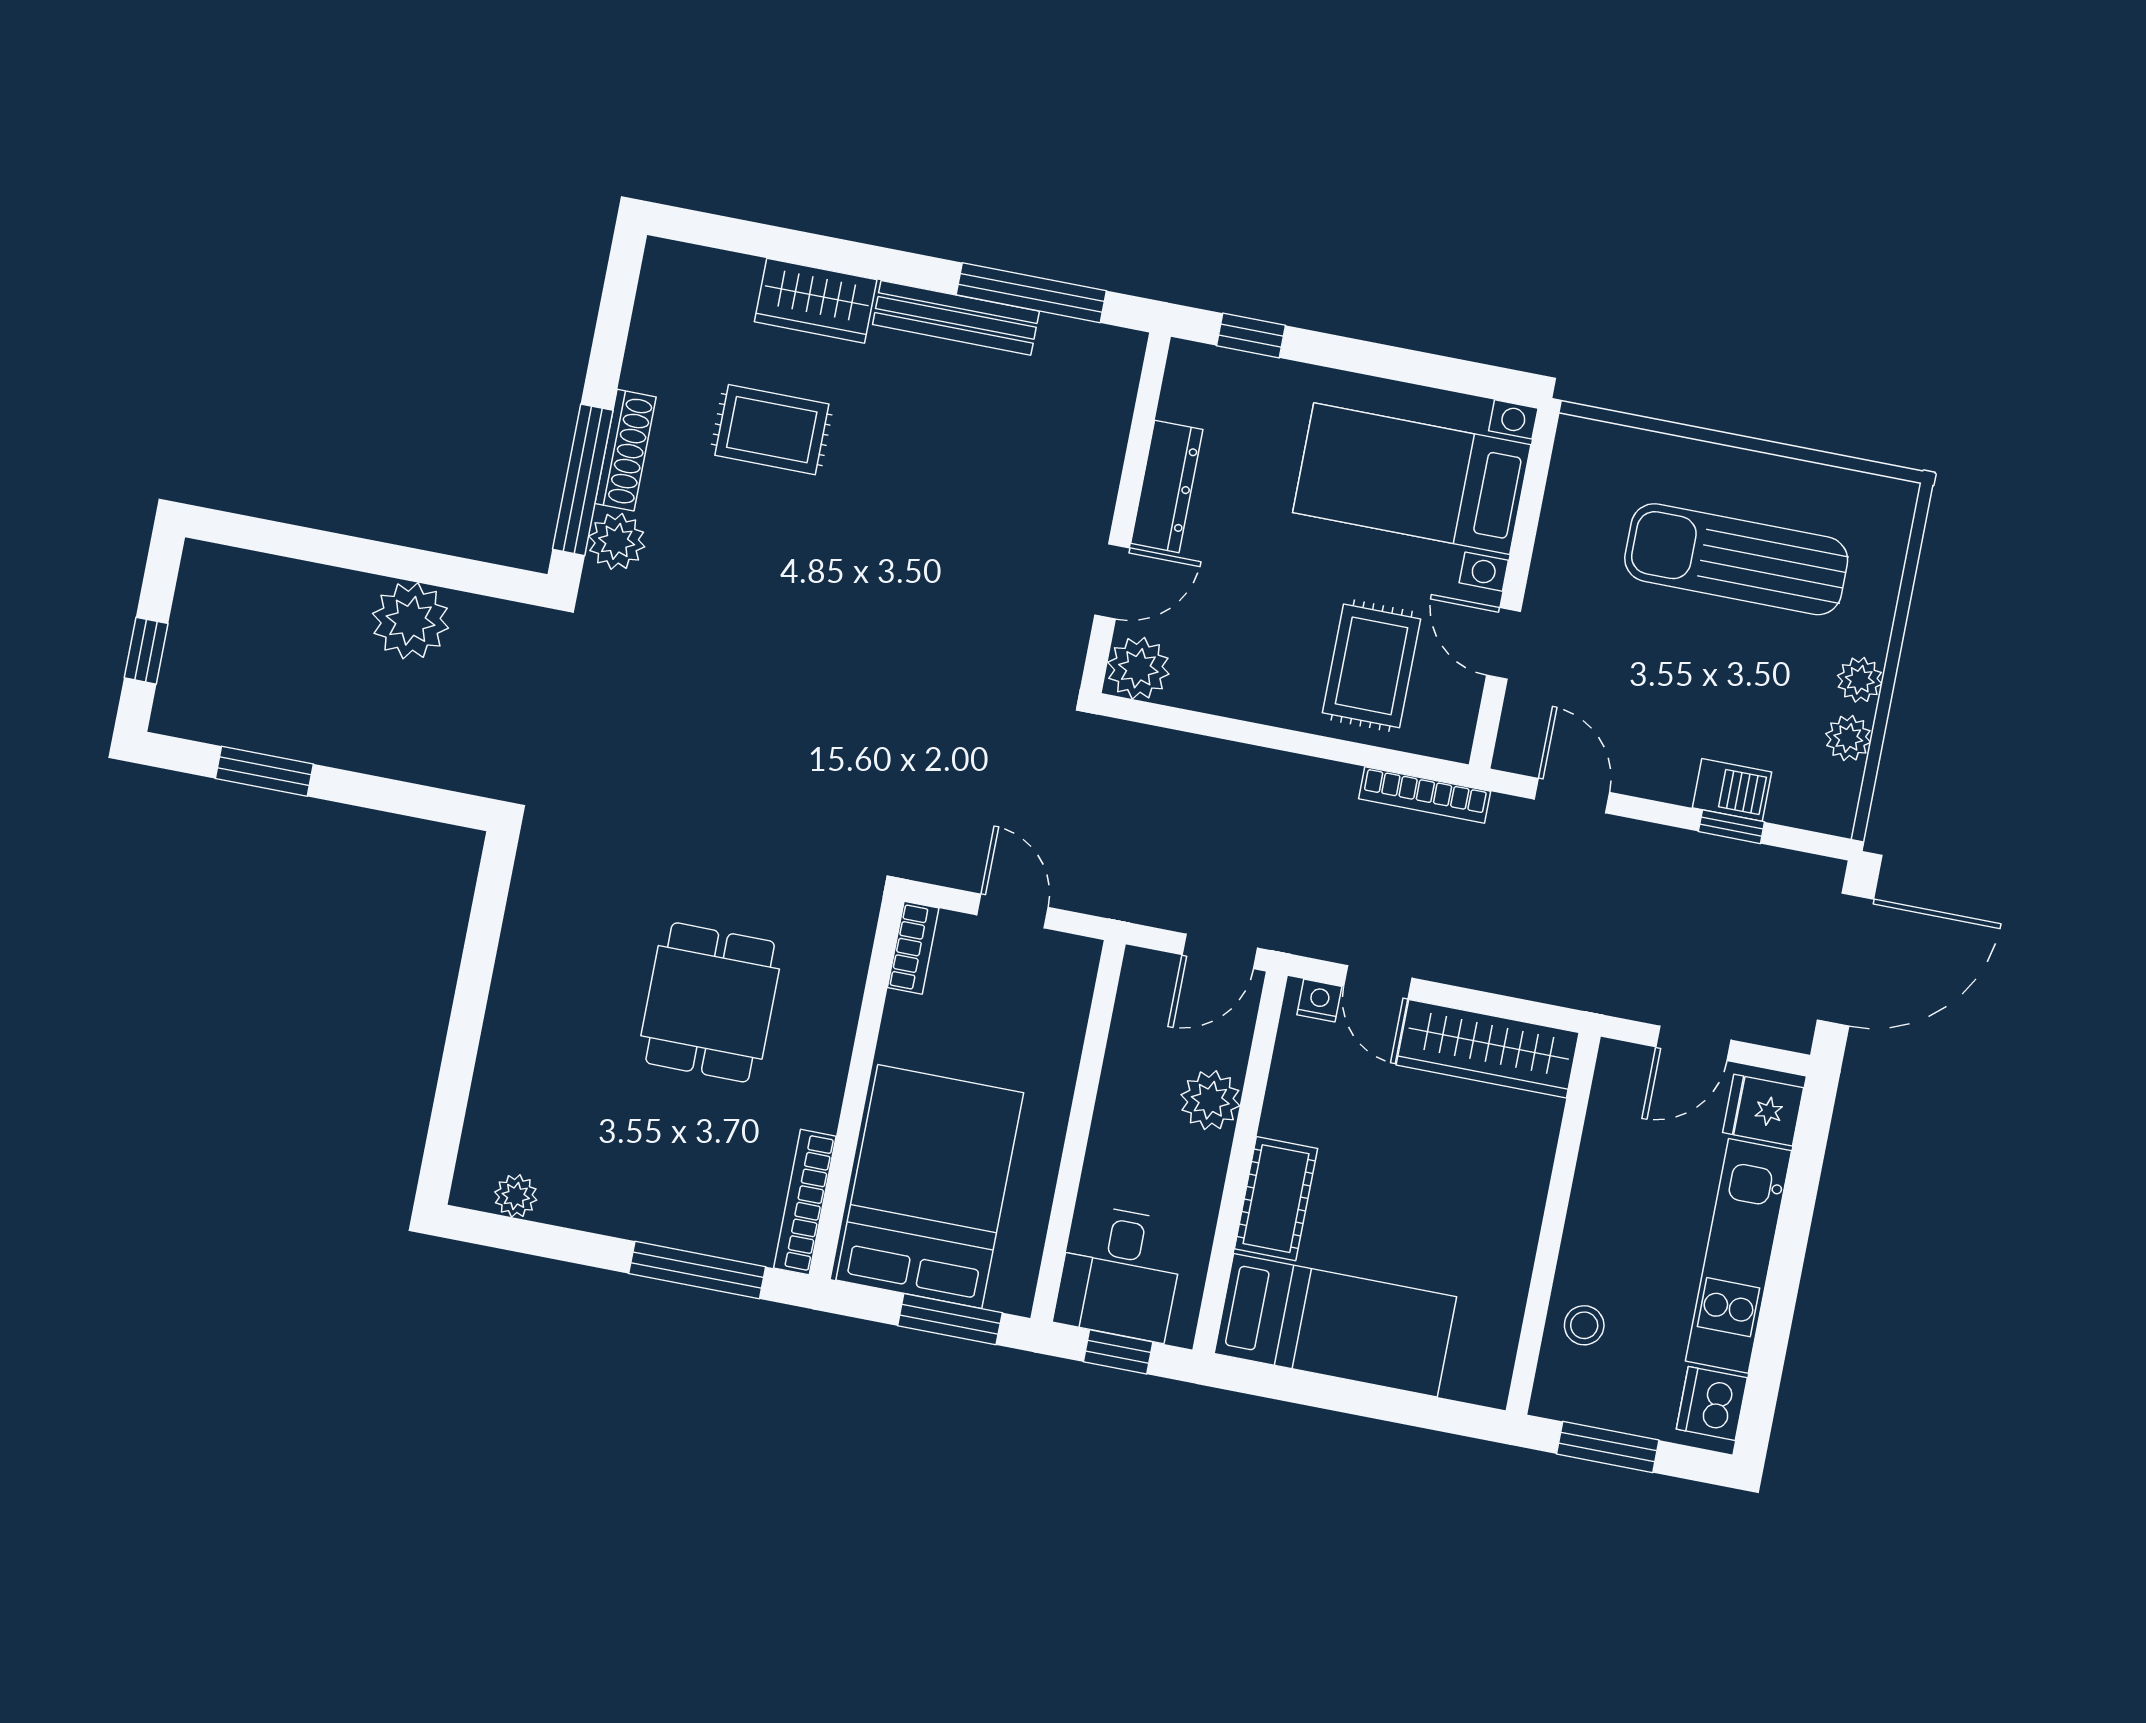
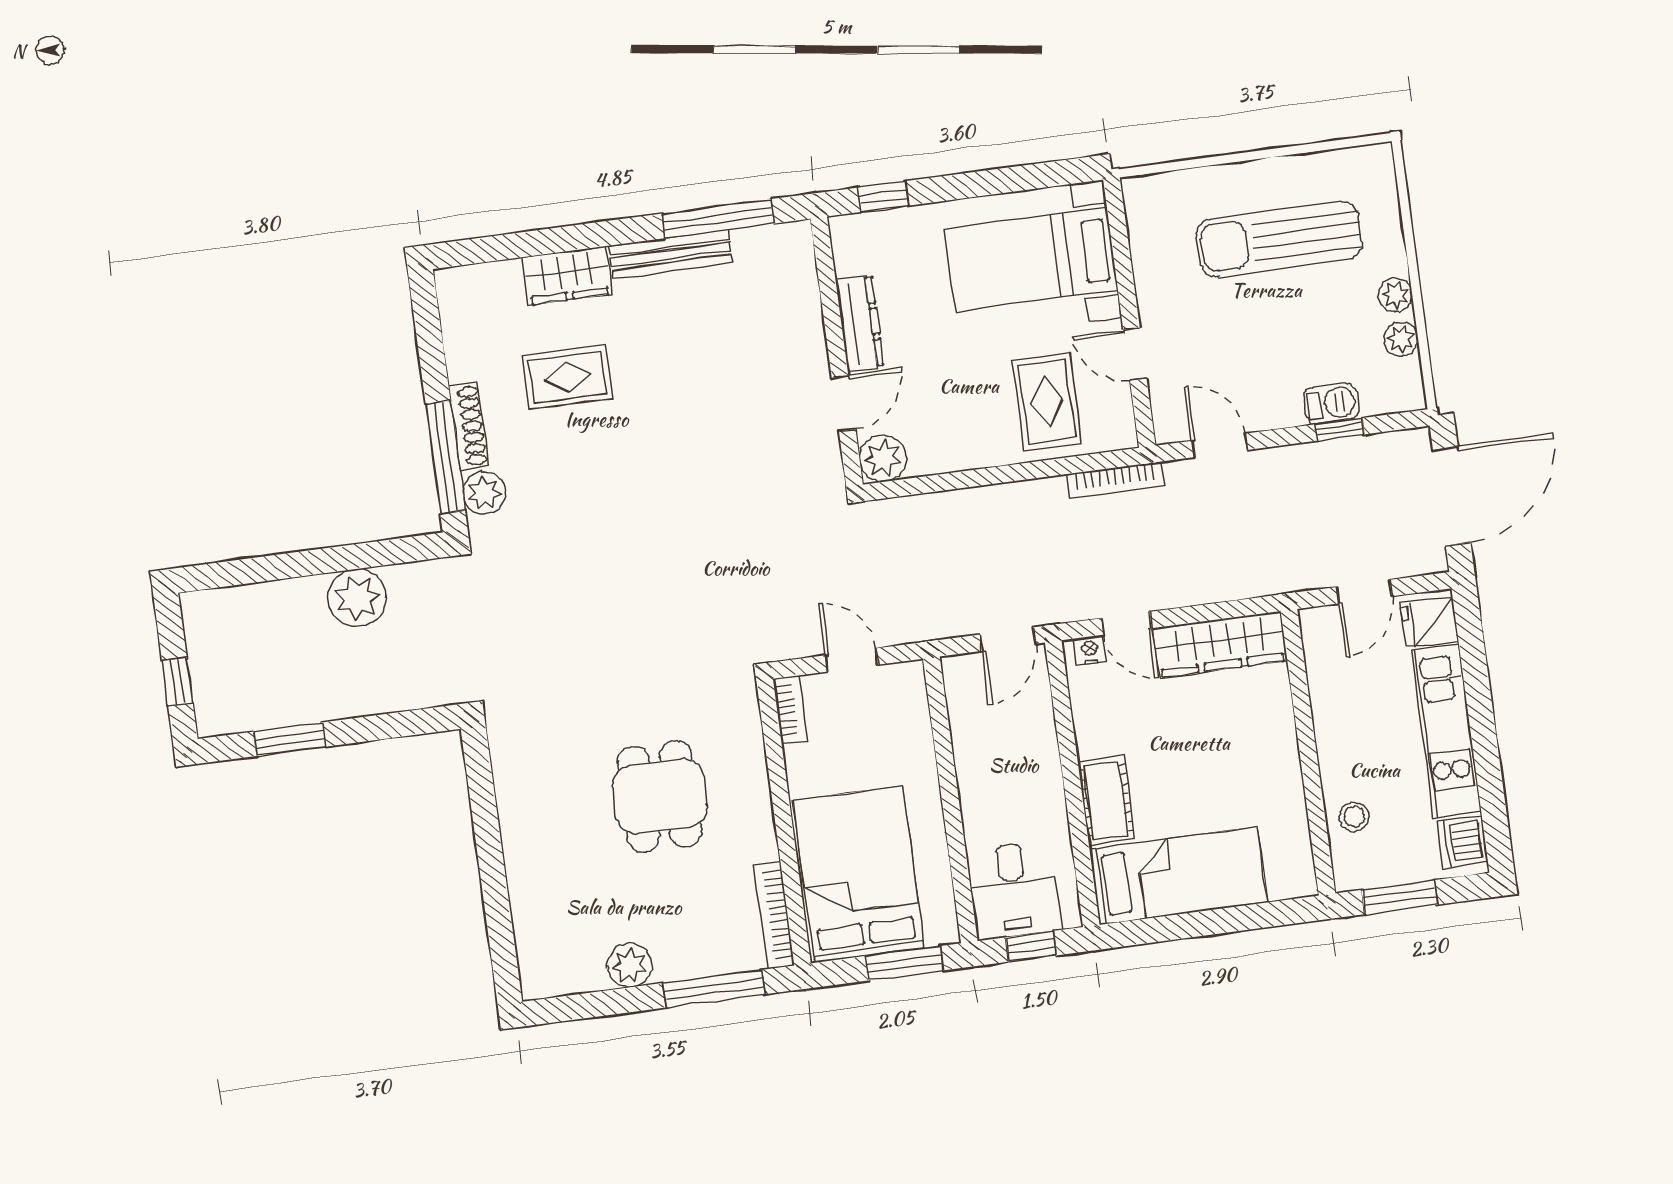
plant: (1210, 1100) -> (1036, 747), removed
plant: (516, 1196) -> (629, 965), moved, width x1.38, depth x1.38

